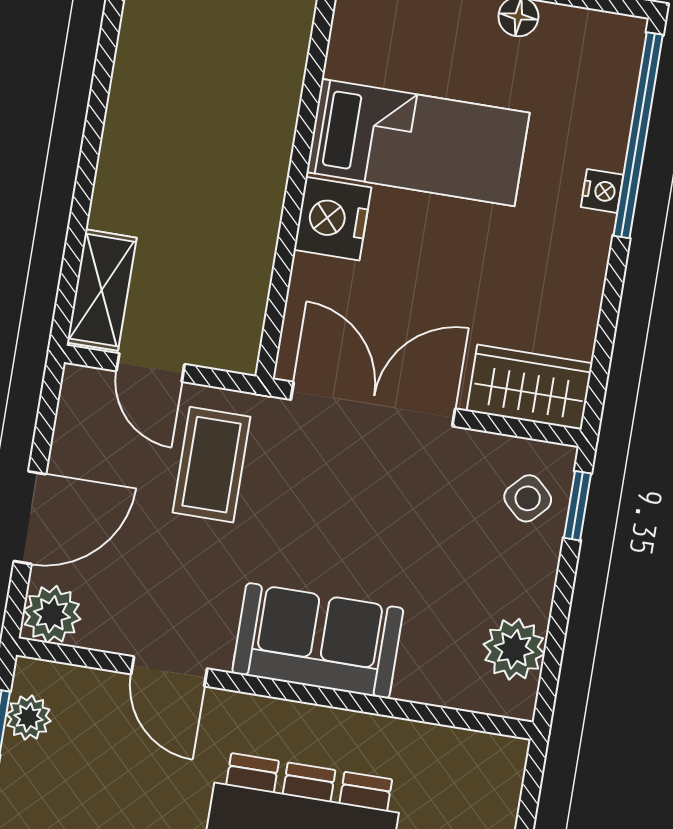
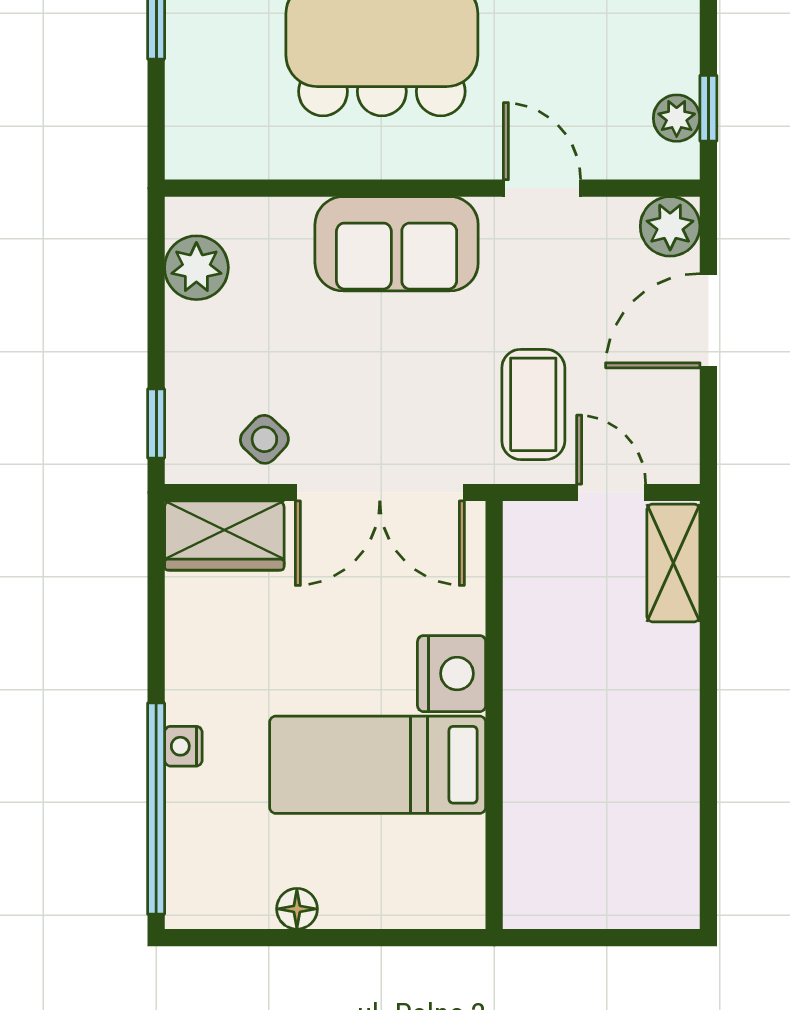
side table: (528, 498) -> (264, 439), moved

